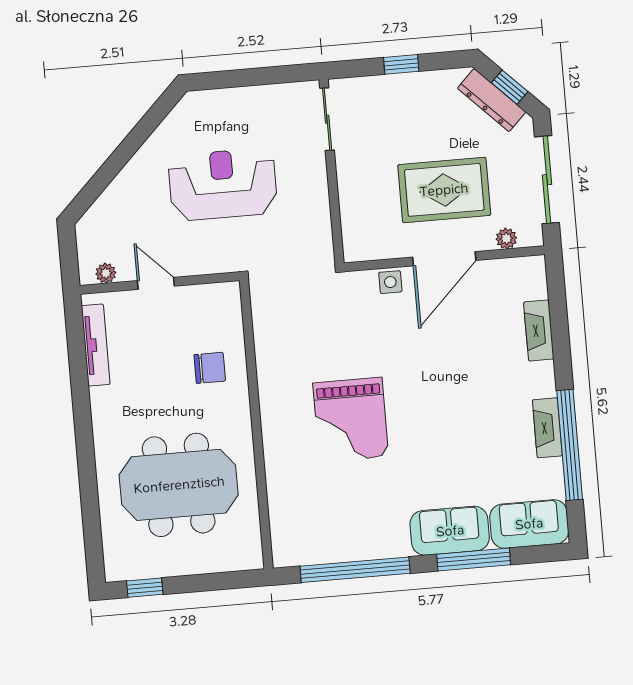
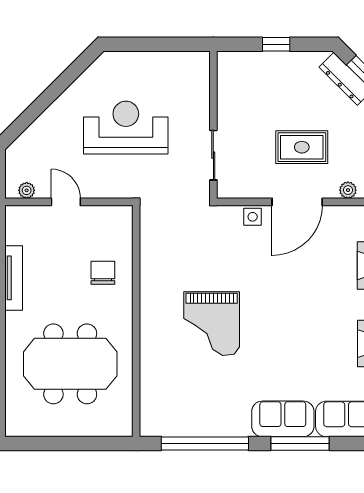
sliding door: (327, 119) -> (213, 155), moved
rug: (444, 190) -> (302, 147), width x0.73, depth x0.70
tv unit: (96, 345) -> (14, 278), moved
chair: (210, 368) -> (103, 273), turned -90
window: (145, 588) -> (36, 443), removed

